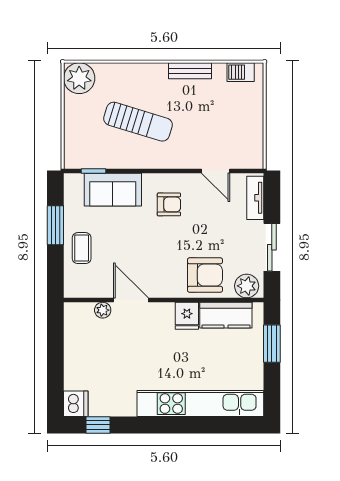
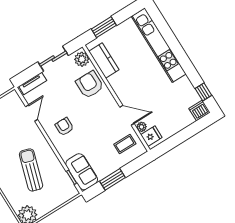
sofa: (113, 190) -> (82, 172), moved
coffee table: (82, 248) -> (125, 144), moved
door: (131, 300) -> (127, 115), swing flipped
fridge: (187, 316) -> (151, 136), moved

